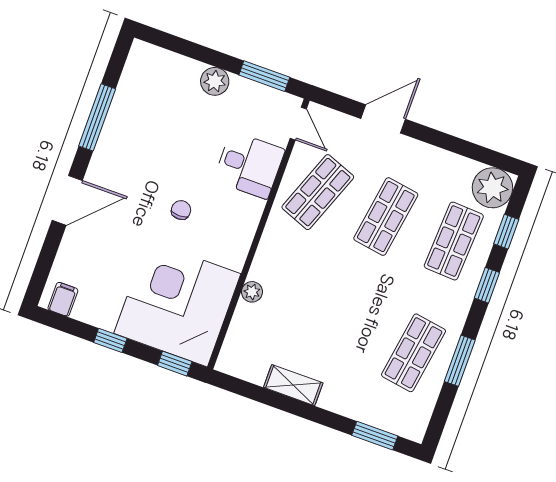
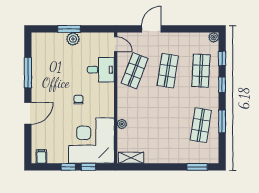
window: (264, 76) -> (69, 29), moved
plant: (492, 188) -> (214, 37), width x0.53, depth x0.53
window: (175, 364) -> (88, 167), moved
shelving: (293, 385) -> (131, 158), moved

